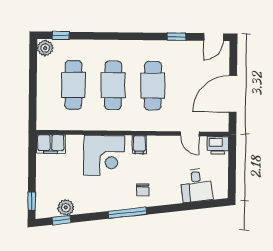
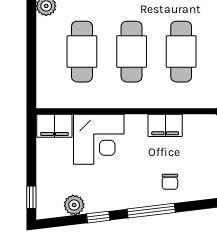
filing cabinet: (139, 145) -> (165, 125), width x2.00
corner desk: (104, 155) -> (99, 139), moved
window: (62, 220) -> (98, 217), moved

